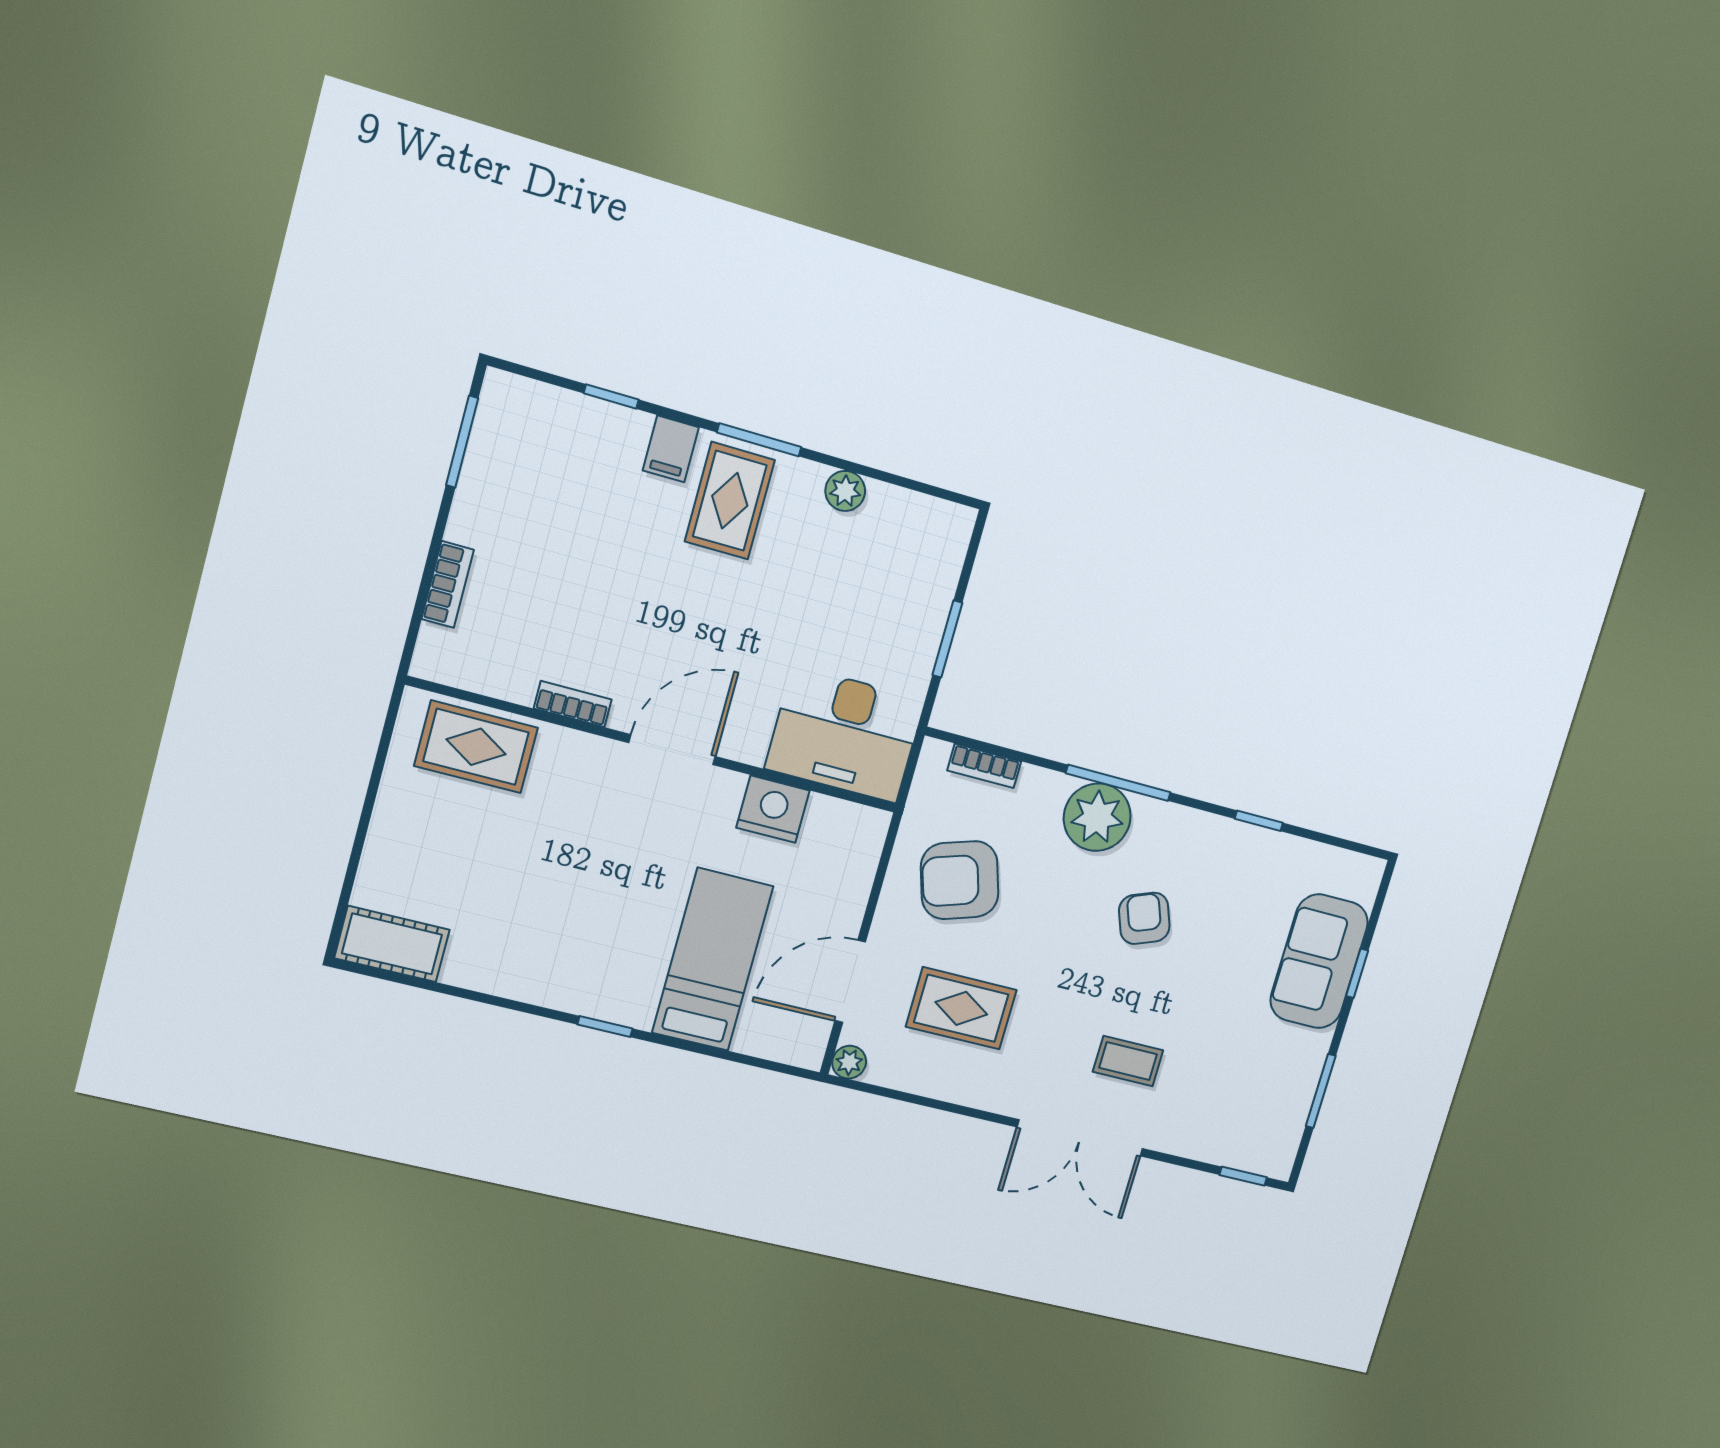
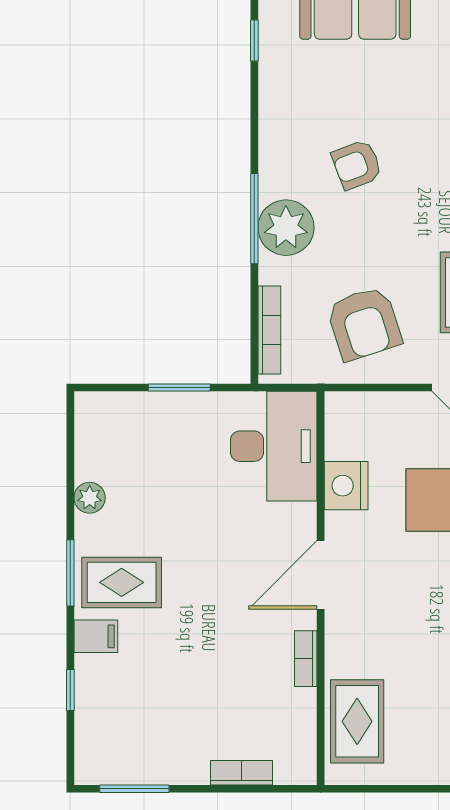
door: (672, 750) -> (321, 575), hinge flipped
bookcase: (984, 766) -> (269, 330), width x1.56
window: (1259, 821) -> (254, 40), moved

